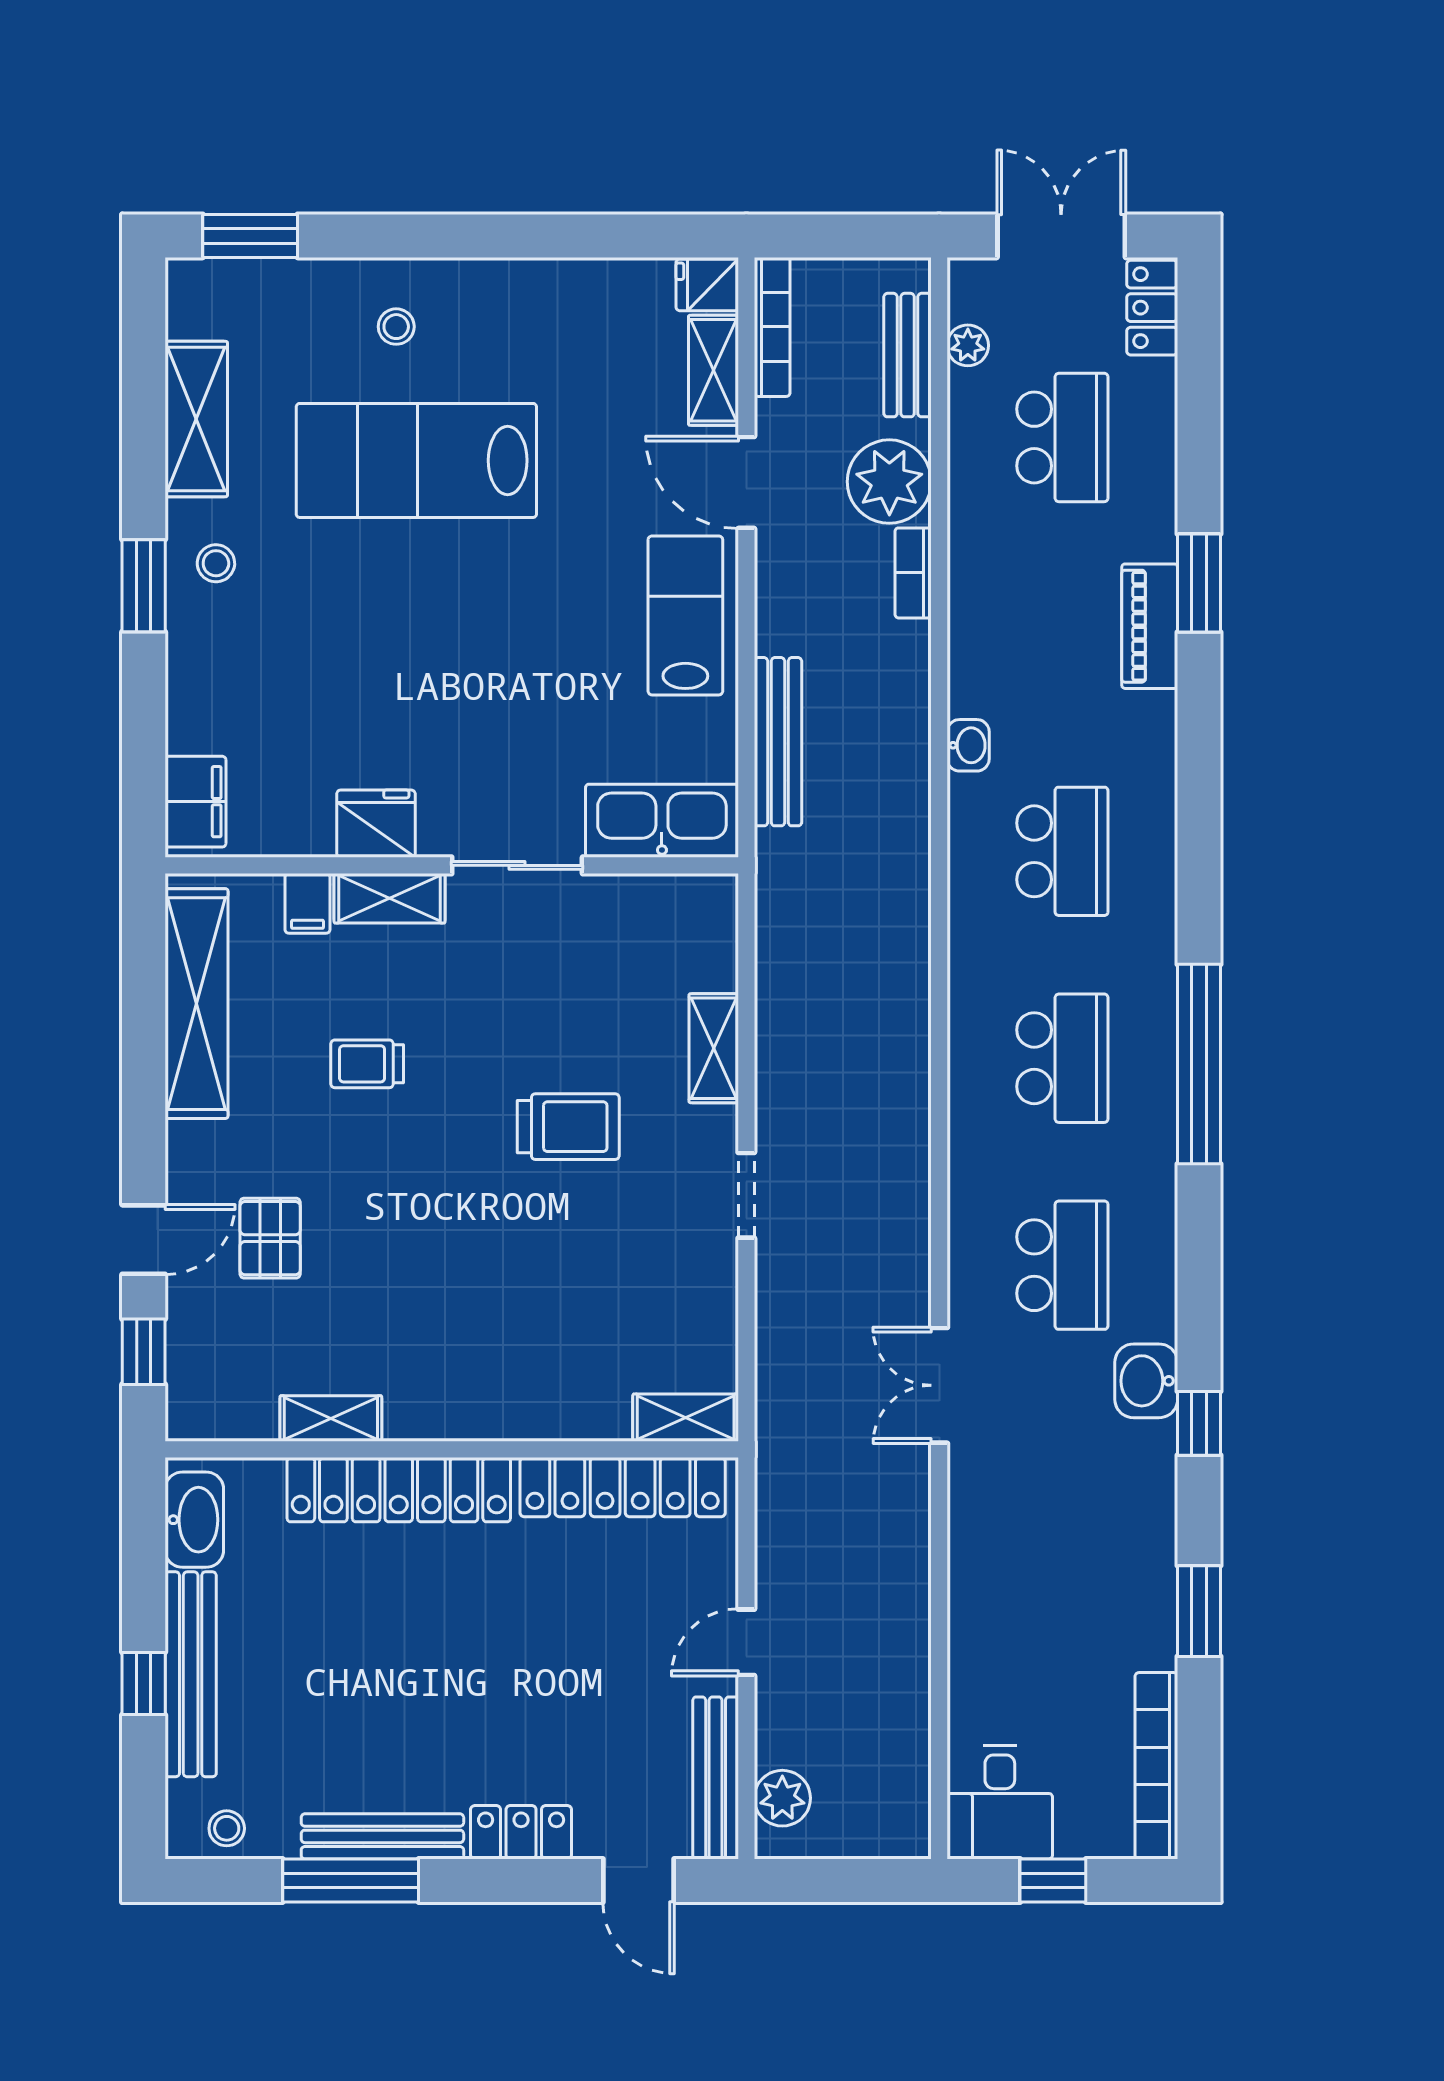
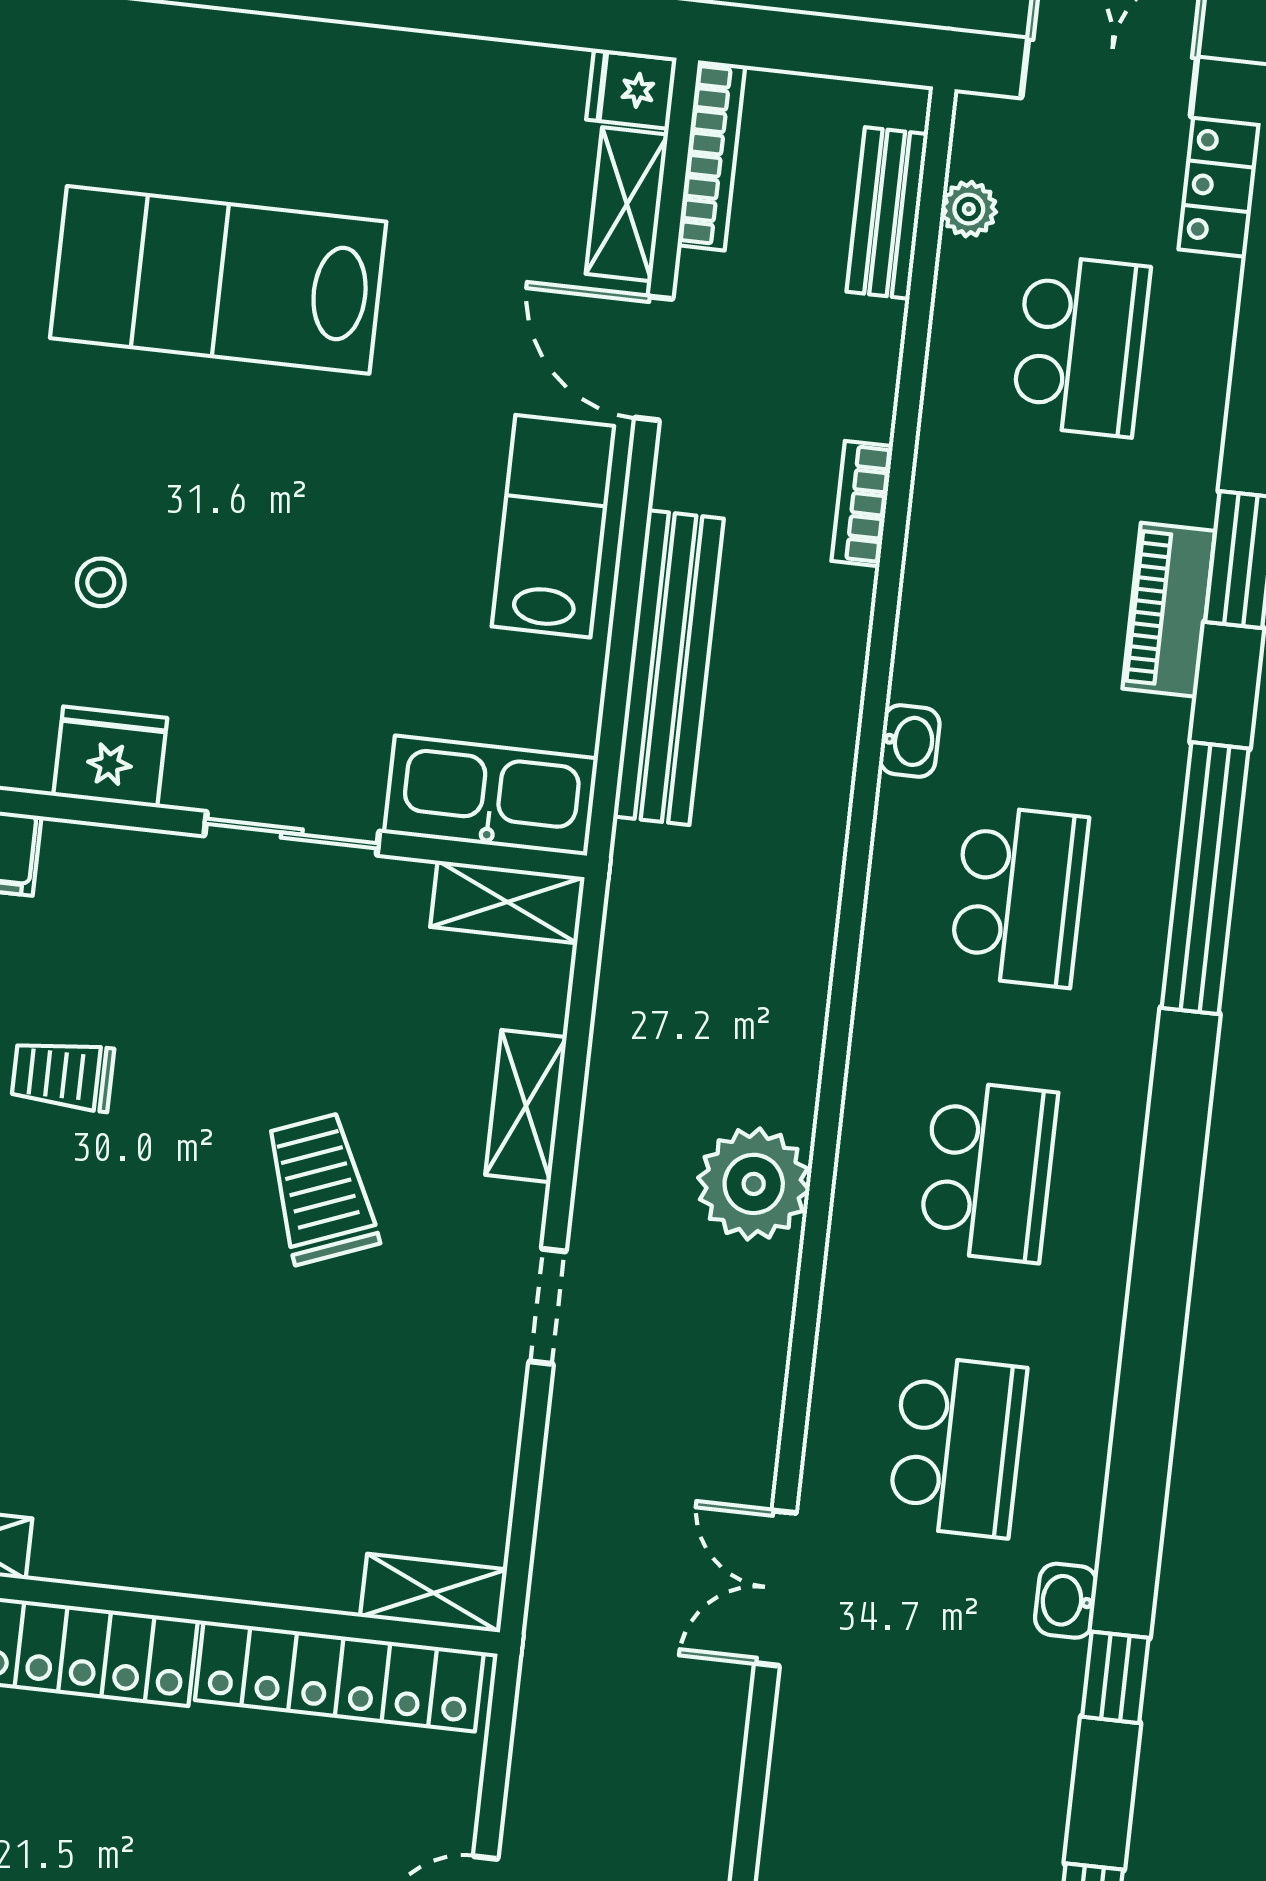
stool: (396, 327) -> (101, 582), moved
plant: (889, 482) -> (754, 1184), moved
bench: (778, 742) -> (668, 668), width x1.37, depth x1.21
shelving: (390, 898) -> (507, 902), moved
window: (1199, 1064) -> (1205, 878), moved
trolley: (568, 1127) -> (321, 1189), turned -111
washbasin: (1146, 1381) -> (1066, 1601), width x0.72, depth x0.69

